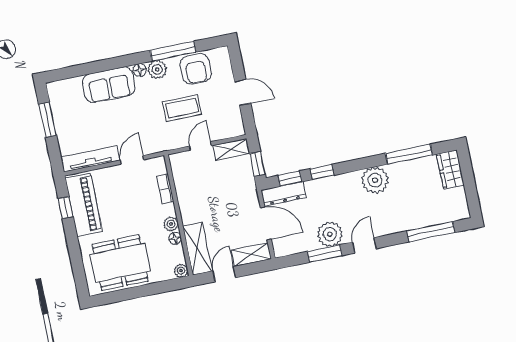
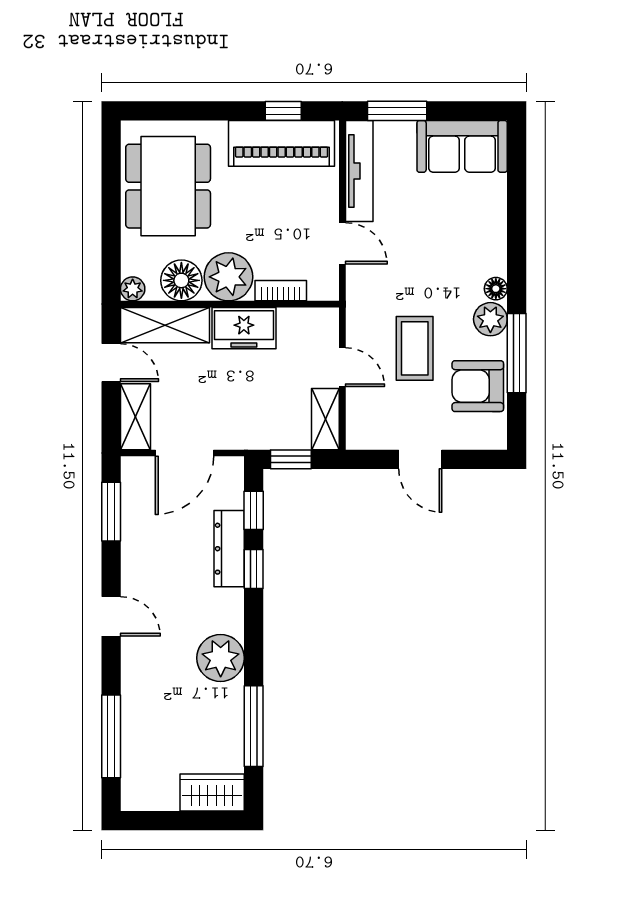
sofa: (109, 85) -> (462, 146), moved, turned -90
door: (243, 92) -> (420, 459), hinge flipped
window: (48, 120) -> (397, 111), moved
dresser: (284, 194) -> (229, 549), moved
freezer: (190, 205) -> (244, 328), added
plant: (171, 224) -> (228, 277), width x1.87, depth x1.87
plant: (330, 234) -> (143, 560), removed
floor lamp: (175, 238) -> (181, 280), width x1.89, depth x1.89
window: (325, 254) -> (111, 512), moved

